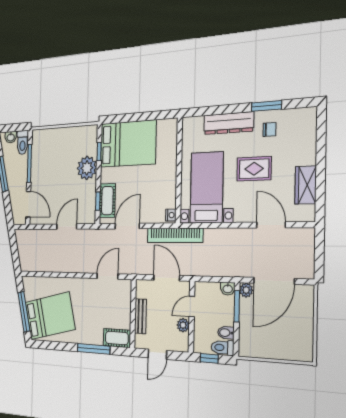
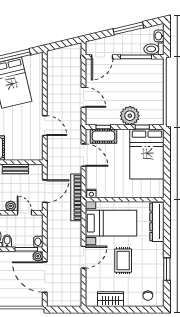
dresser: (229, 123) -> (157, 222), moved
chair: (270, 129) -> (148, 296), moved
door: (271, 225) -> (84, 257), moved
door: (107, 276) -> (45, 126), moved

